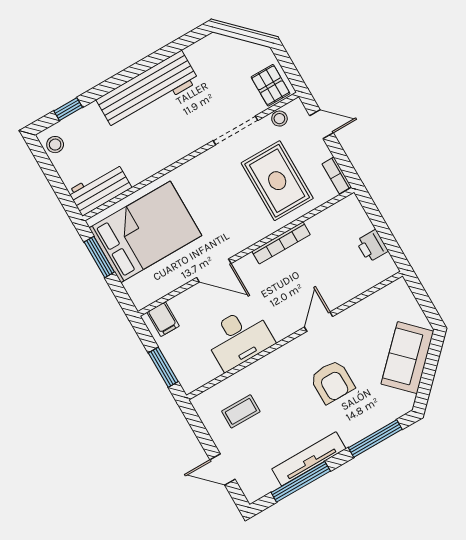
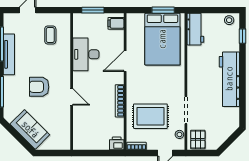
pallet: (271, 85) -> (198, 139), turned 90
printer: (372, 246) -> (117, 143), moved

